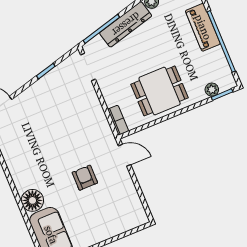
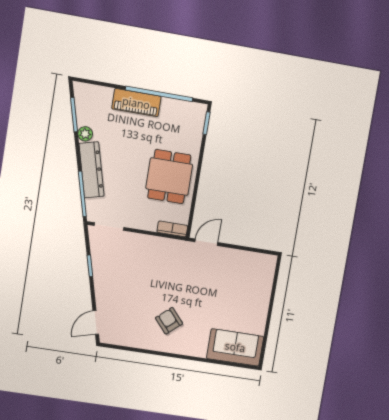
plant: (212, 90) -> (197, 130), removed
armchair: (85, 178) -> (169, 321), moved, turned 49
floor lamp: (32, 200) -> (196, 346), removed

